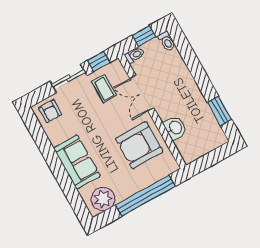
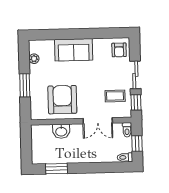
double door: (142, 93) -> (98, 121), swing flipped
armchair: (50, 111) -> (119, 50), turned -90
window: (145, 196) -> (25, 85), width x0.47
plant: (103, 199) -> (34, 59), width x0.53, depth x0.53

